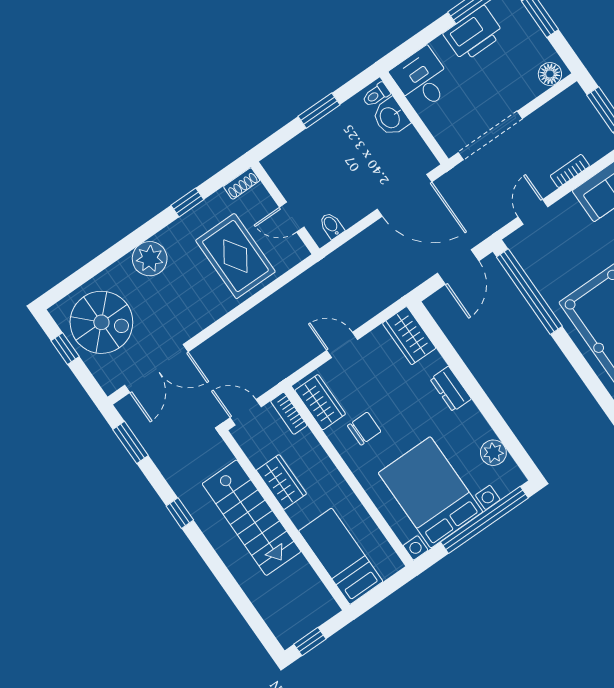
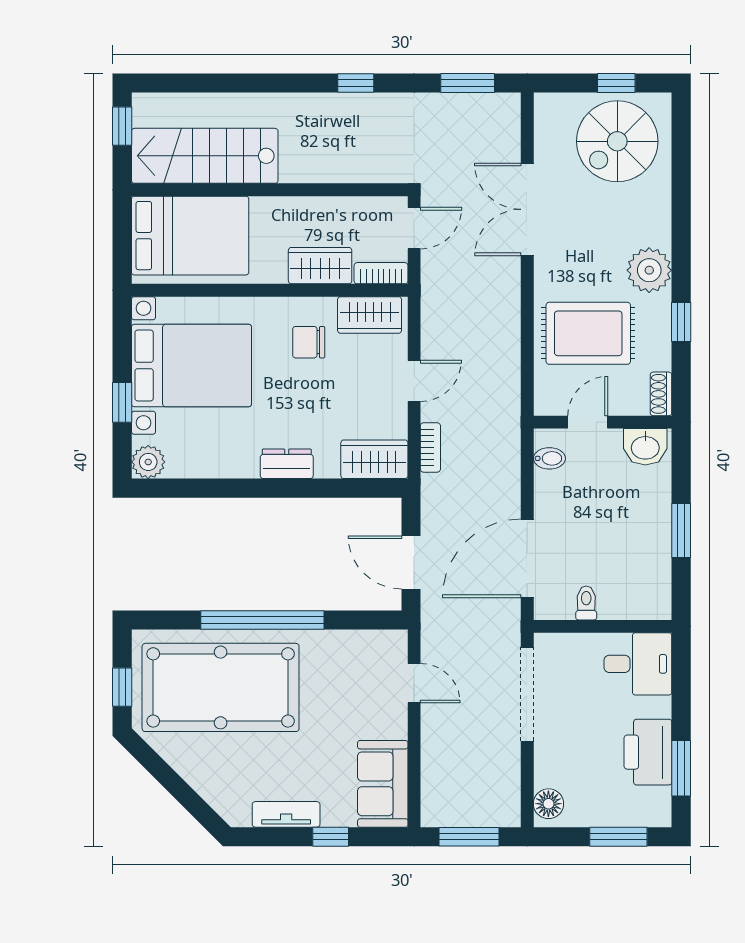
toilet: (376, 95) -> (586, 603), moved
washbasin: (390, 117) -> (645, 447), moved, turned 180
bookcase: (570, 171) -> (430, 447), moved
plant: (150, 259) -> (649, 270), moved
window: (529, 292) -> (262, 620), moved
double door: (156, 368) -> (527, 209), moved
chair: (364, 429) -> (309, 342), turned 90
plant: (493, 453) -> (148, 462), moved
wardrobe: (281, 482) -> (320, 266), moved, turned 180
stairs: (251, 518) -> (205, 156), moved
window: (484, 520) -> (122, 402), width x0.32
bed: (341, 556) -> (190, 236), width x1.50

